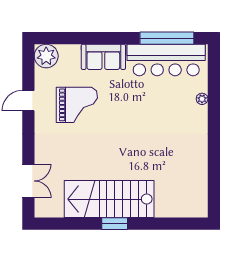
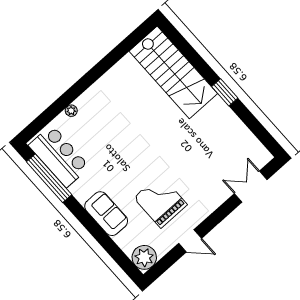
bar counter: (166, 60) -> (59, 156), width x0.73
stairs: (109, 199) -> (173, 72), moved

